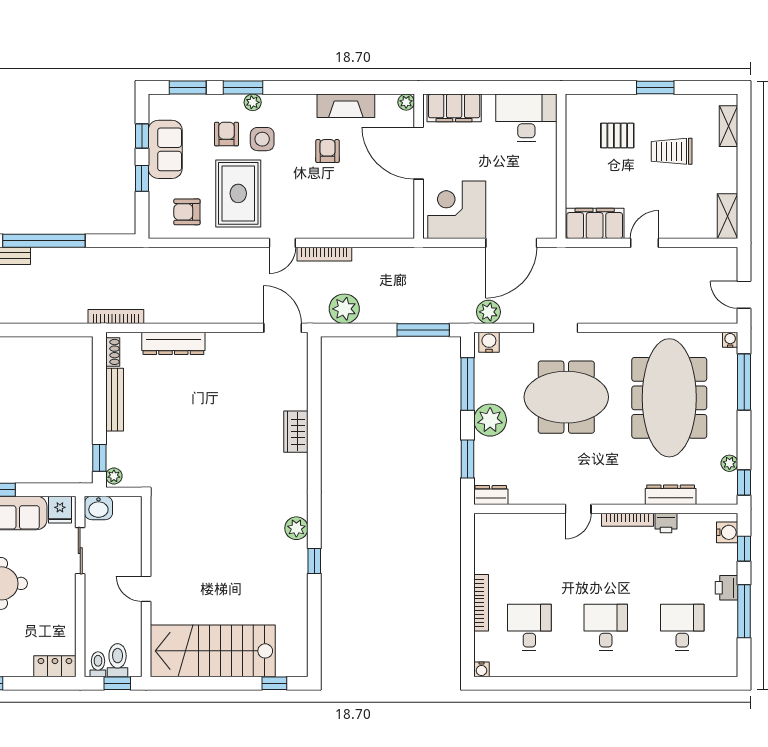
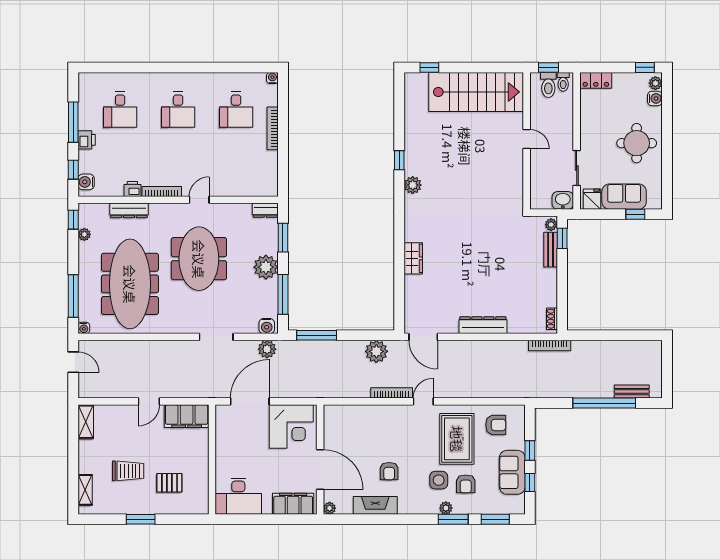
dresser: (173, 343) -> (483, 325), moved
meeting table: (566, 397) -> (199, 259), moved, turned 90
bench: (115, 400) -> (551, 250), moved, width x0.73

